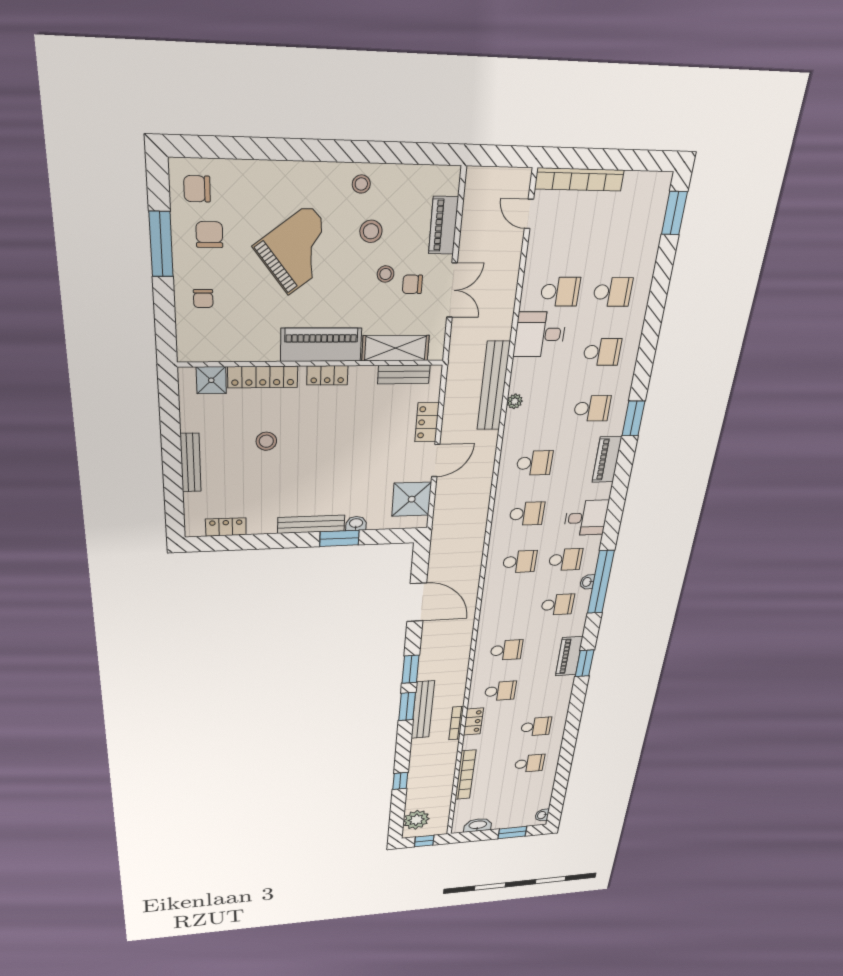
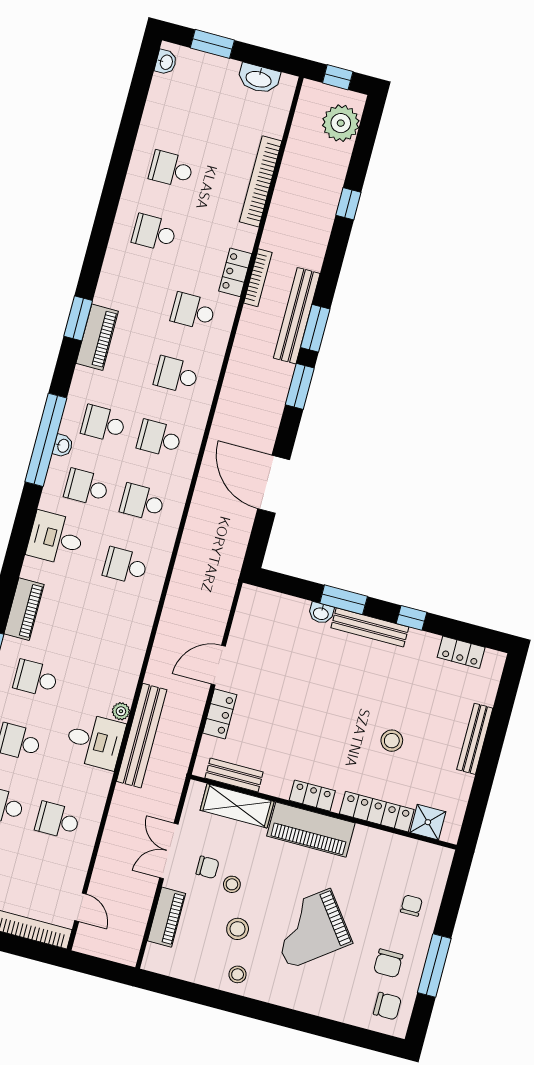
desk: (540, 334) -> (95, 741), moved
school desk: (534, 463) -> (159, 439), moved
shower: (412, 499) -> (254, 625), removed
window: (277, 541) -> (411, 618), added

